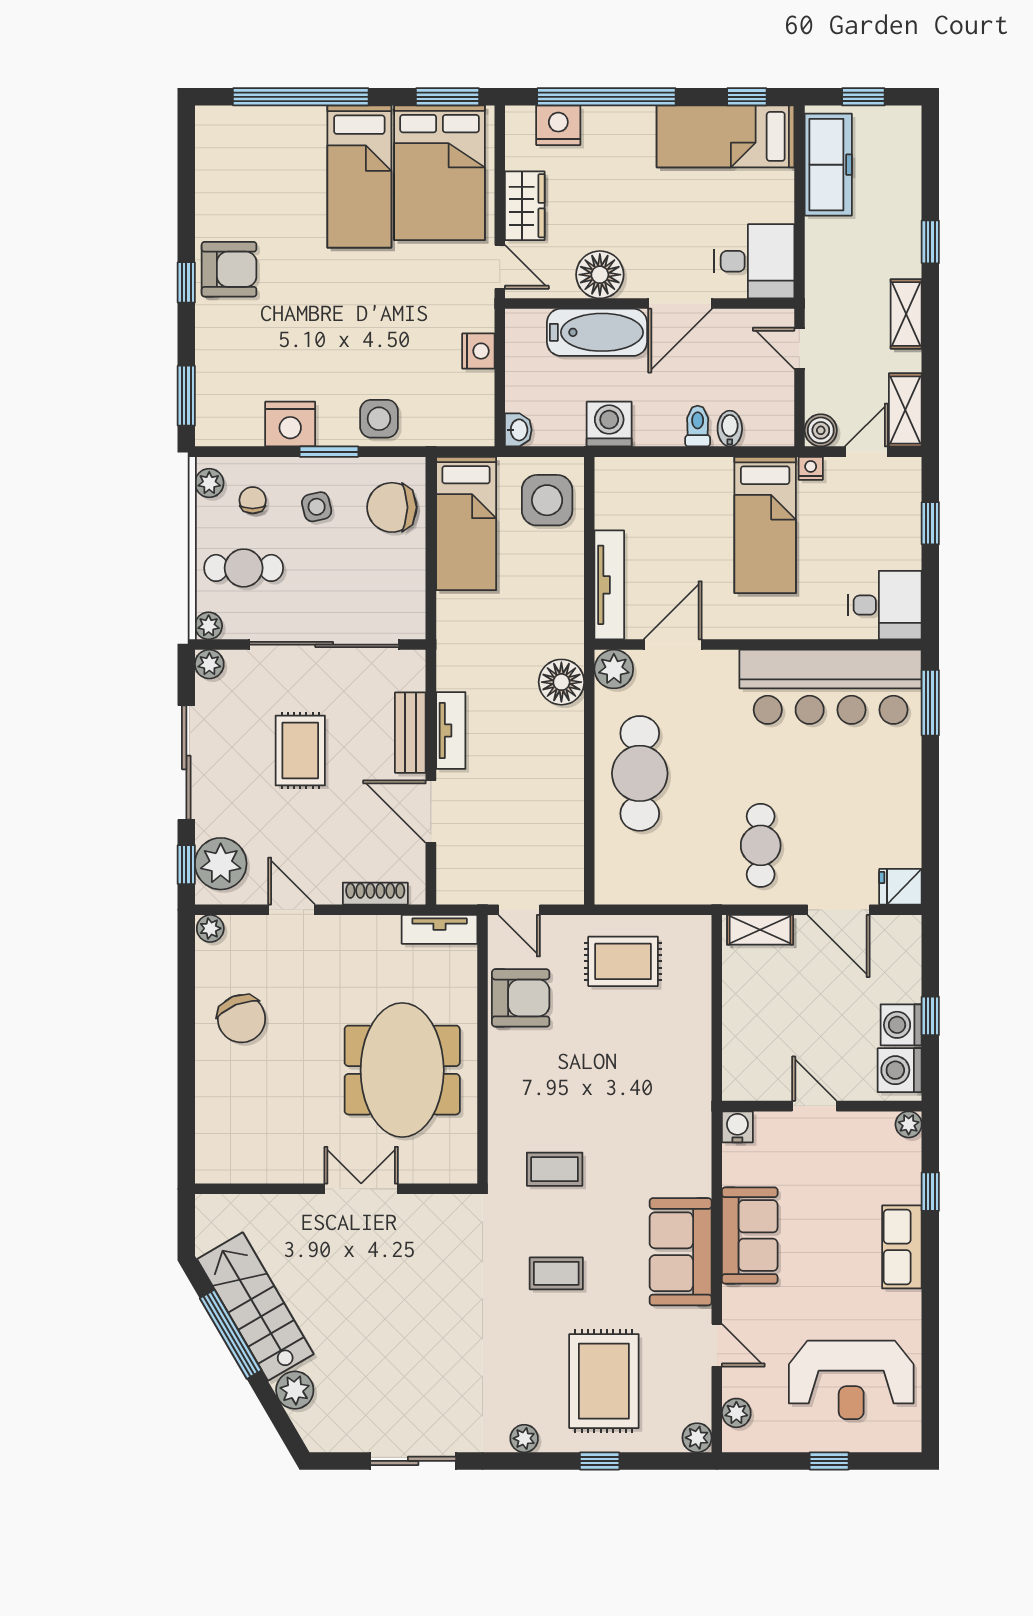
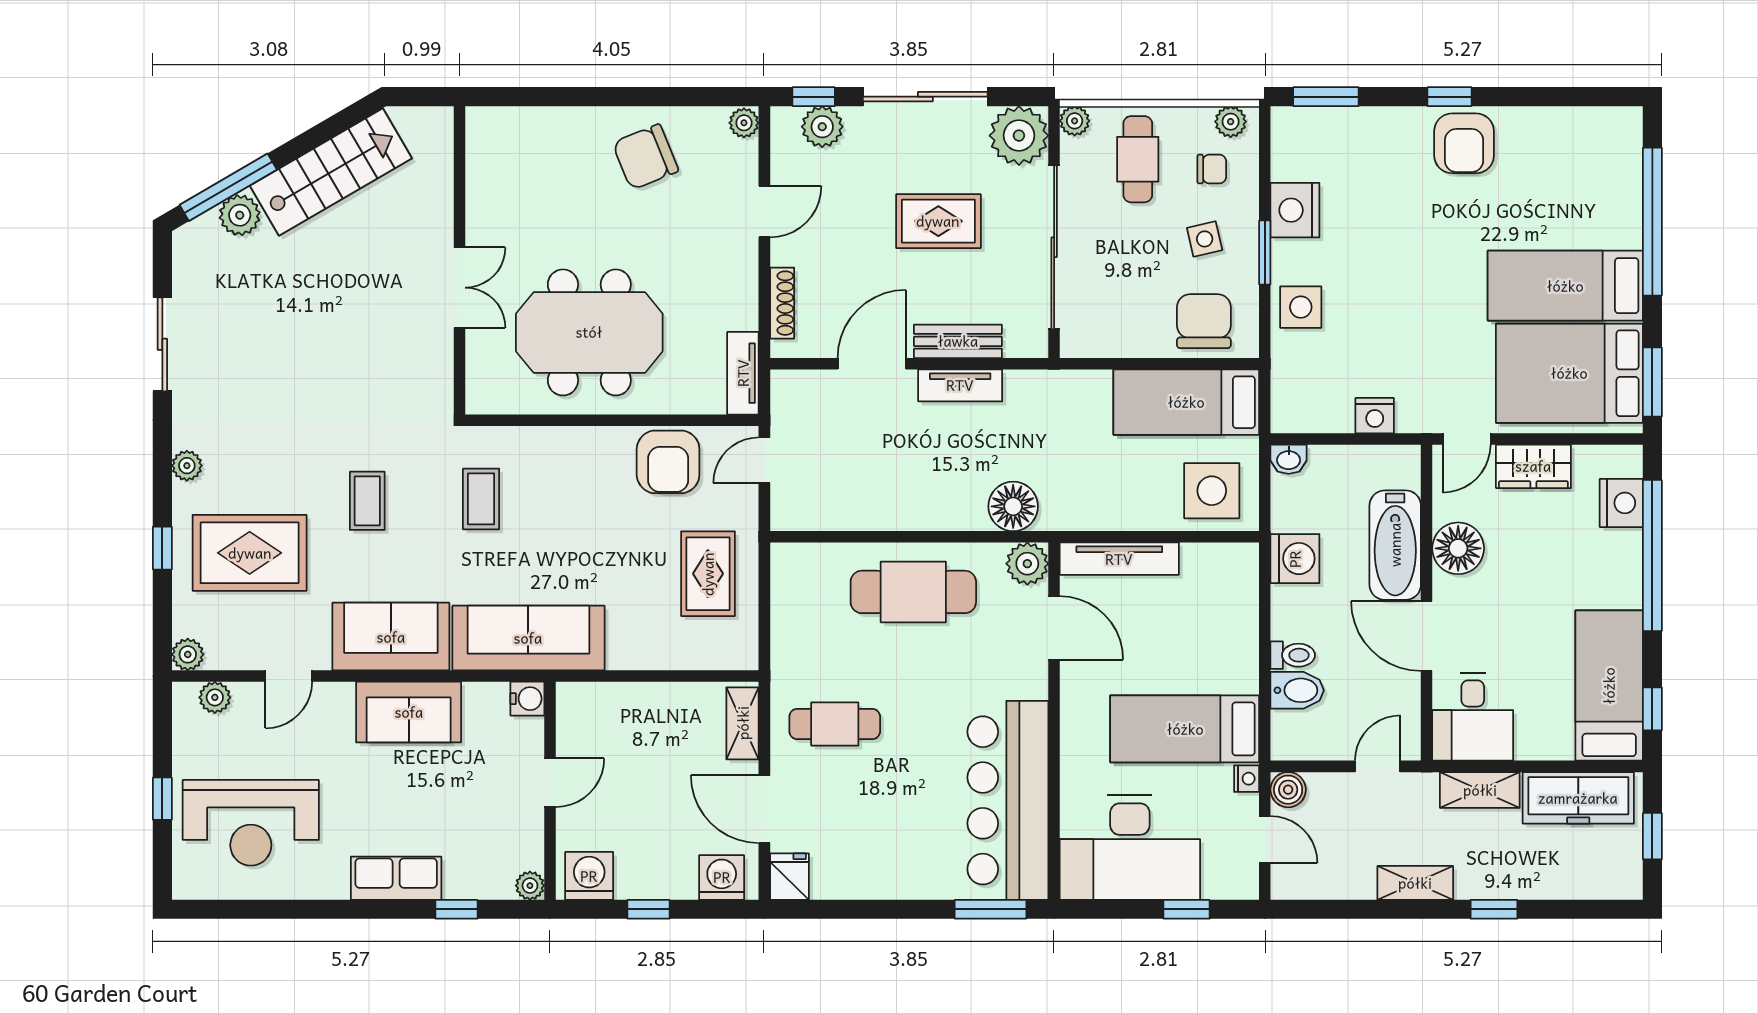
shelving: (905, 410) -> (1480, 790), moved
bidet: (730, 429) -> (1297, 690), width x1.38, depth x1.36
desk: (885, 605) -> (1130, 847), width x1.87, depth x1.30
plant: (209, 664) -> (1019, 136), width x1.88, depth x1.88
plant: (221, 864) -> (822, 127), width x0.73, depth x0.73
door: (839, 910) -> (764, 809), hinge flipped
washing machine: (901, 1025) -> (722, 877), moved
sofa: (682, 1126) -> (528, 638), added
window: (231, 1334) -> (228, 187), moved
reception desk: (851, 1380) -> (251, 823), turned -90

